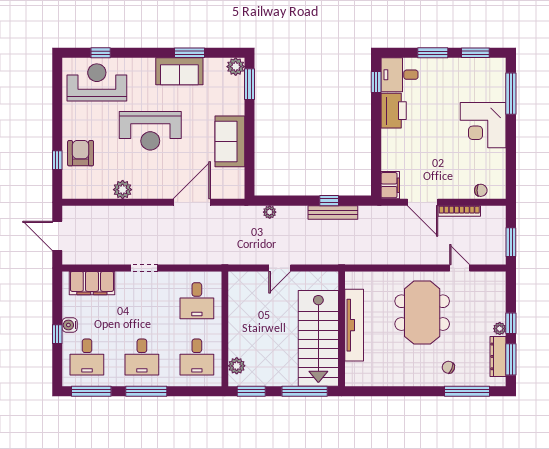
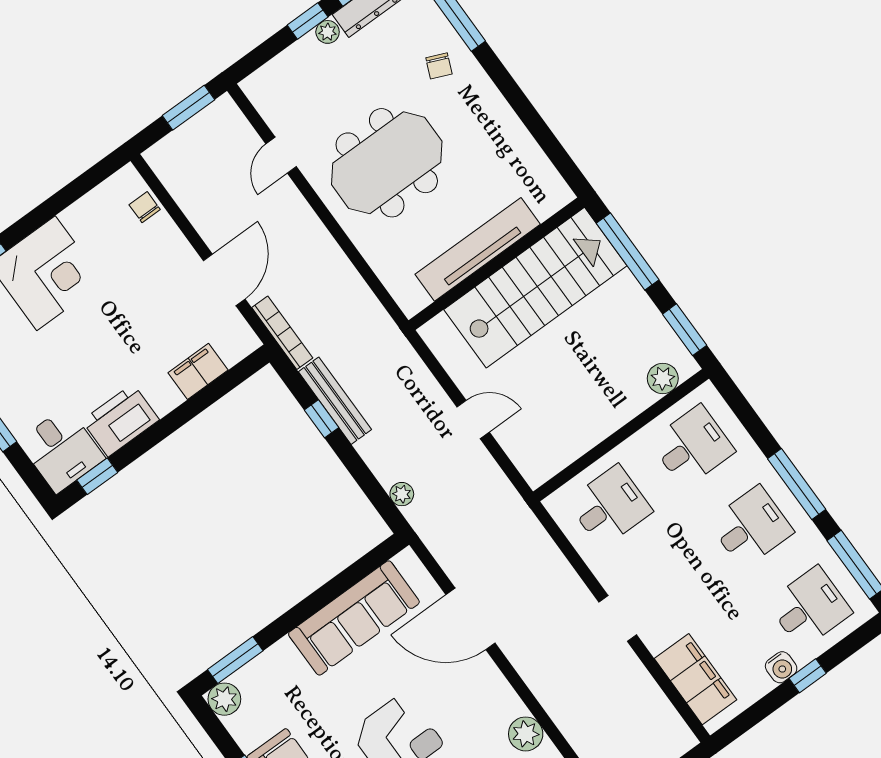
sofa: (230, 141) -> (354, 618), width x1.36
filing cabinet: (390, 185) -> (198, 371), moved
bookcase: (459, 211) -> (282, 333), moved

